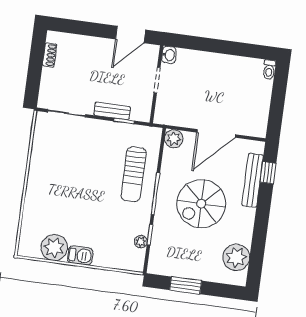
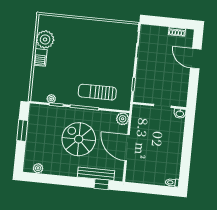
door: (131, 34) -> (196, 59), moved
bench: (112, 111) -> (140, 76), removed
plant: (236, 257) -> (38, 168), width x0.53, depth x0.53

